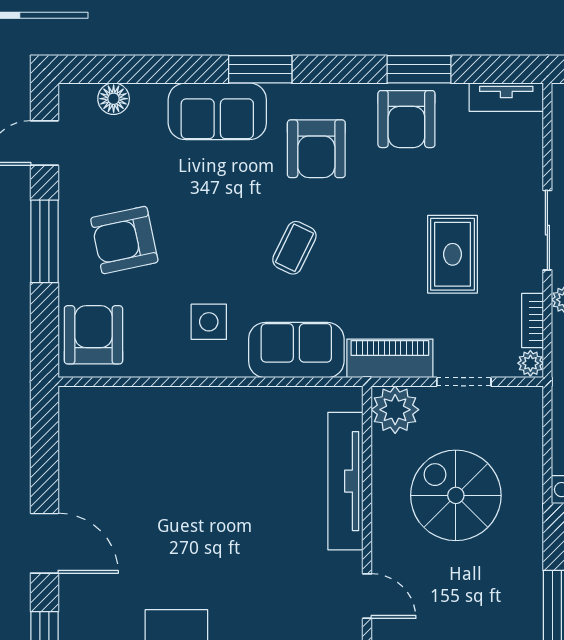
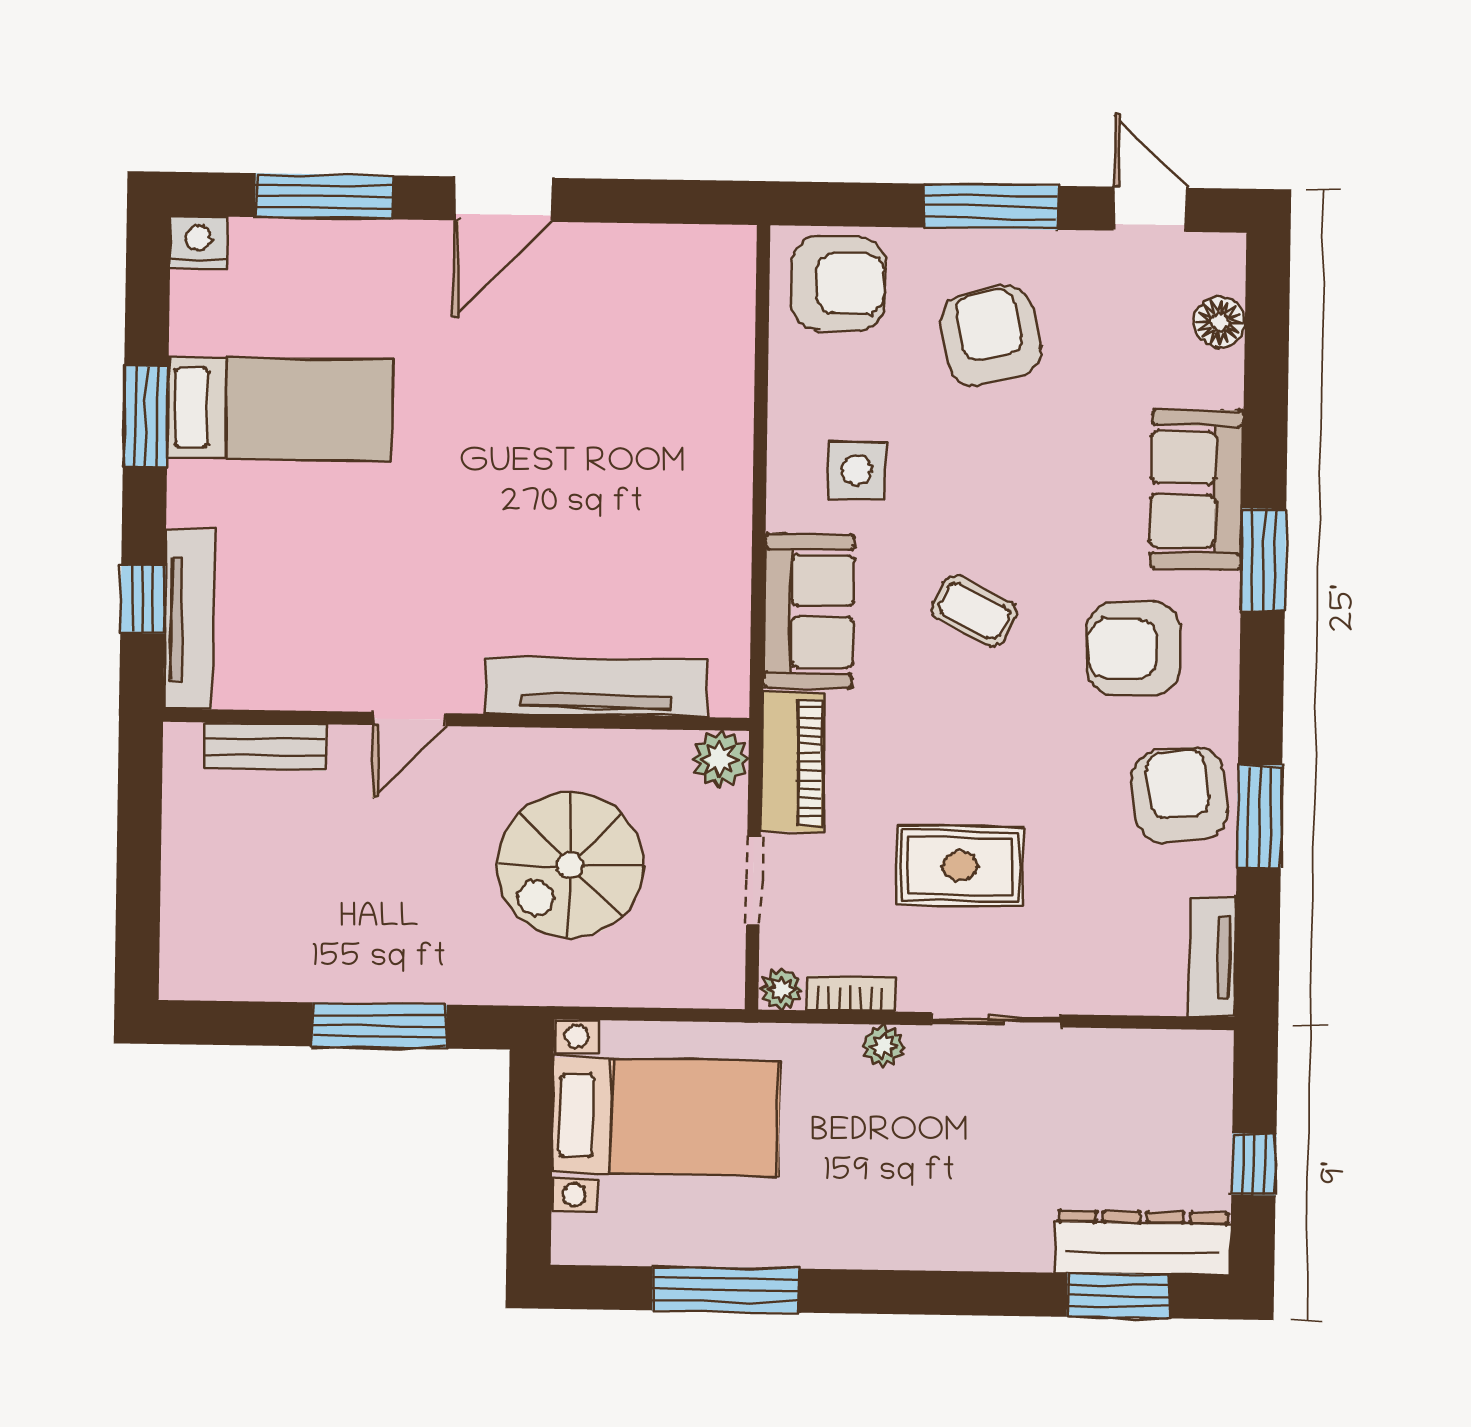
armchair: (406, 119) -> (1179, 795), turned 82
plant: (395, 410) -> (720, 759), width x0.73, depth x0.73
spiral stairs: (456, 495) -> (570, 865), turned 180

